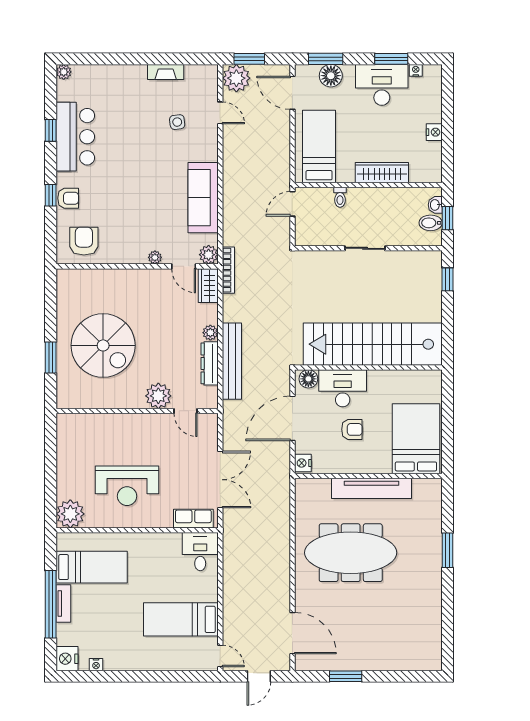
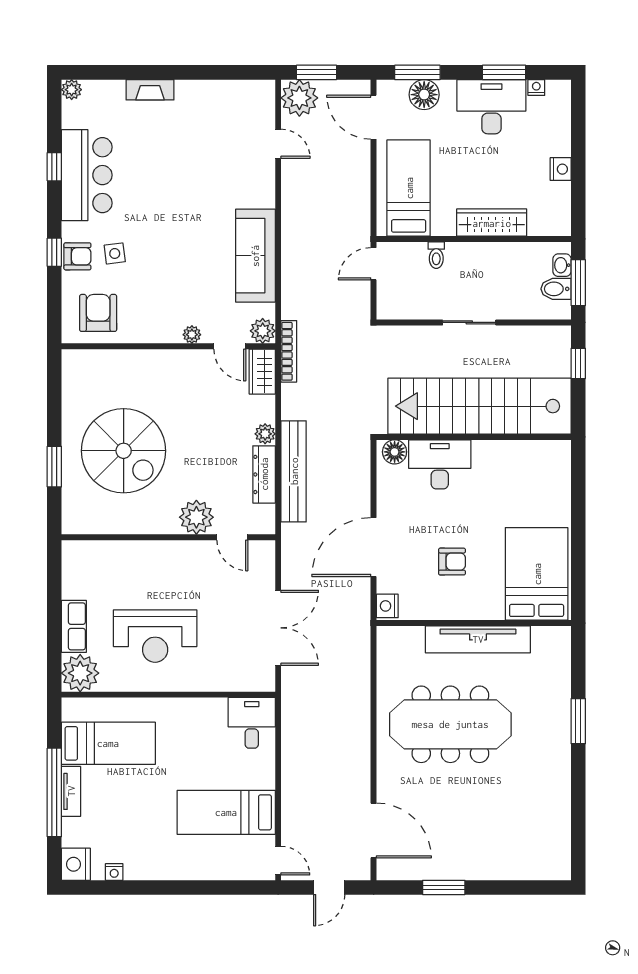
fireplace: (166, 72) -> (150, 90), moved
side table: (177, 122) -> (115, 253), moved
window: (448, 218) -> (578, 283), width x1.50
stairs: (373, 344) -> (480, 406), moved
wall: (368, 368) -> (474, 437), moved
floor lamp: (308, 379) -> (395, 452), moved
desk: (343, 388) -> (440, 464), moved
row of seats: (193, 519) -> (74, 626), moved, turned 90

